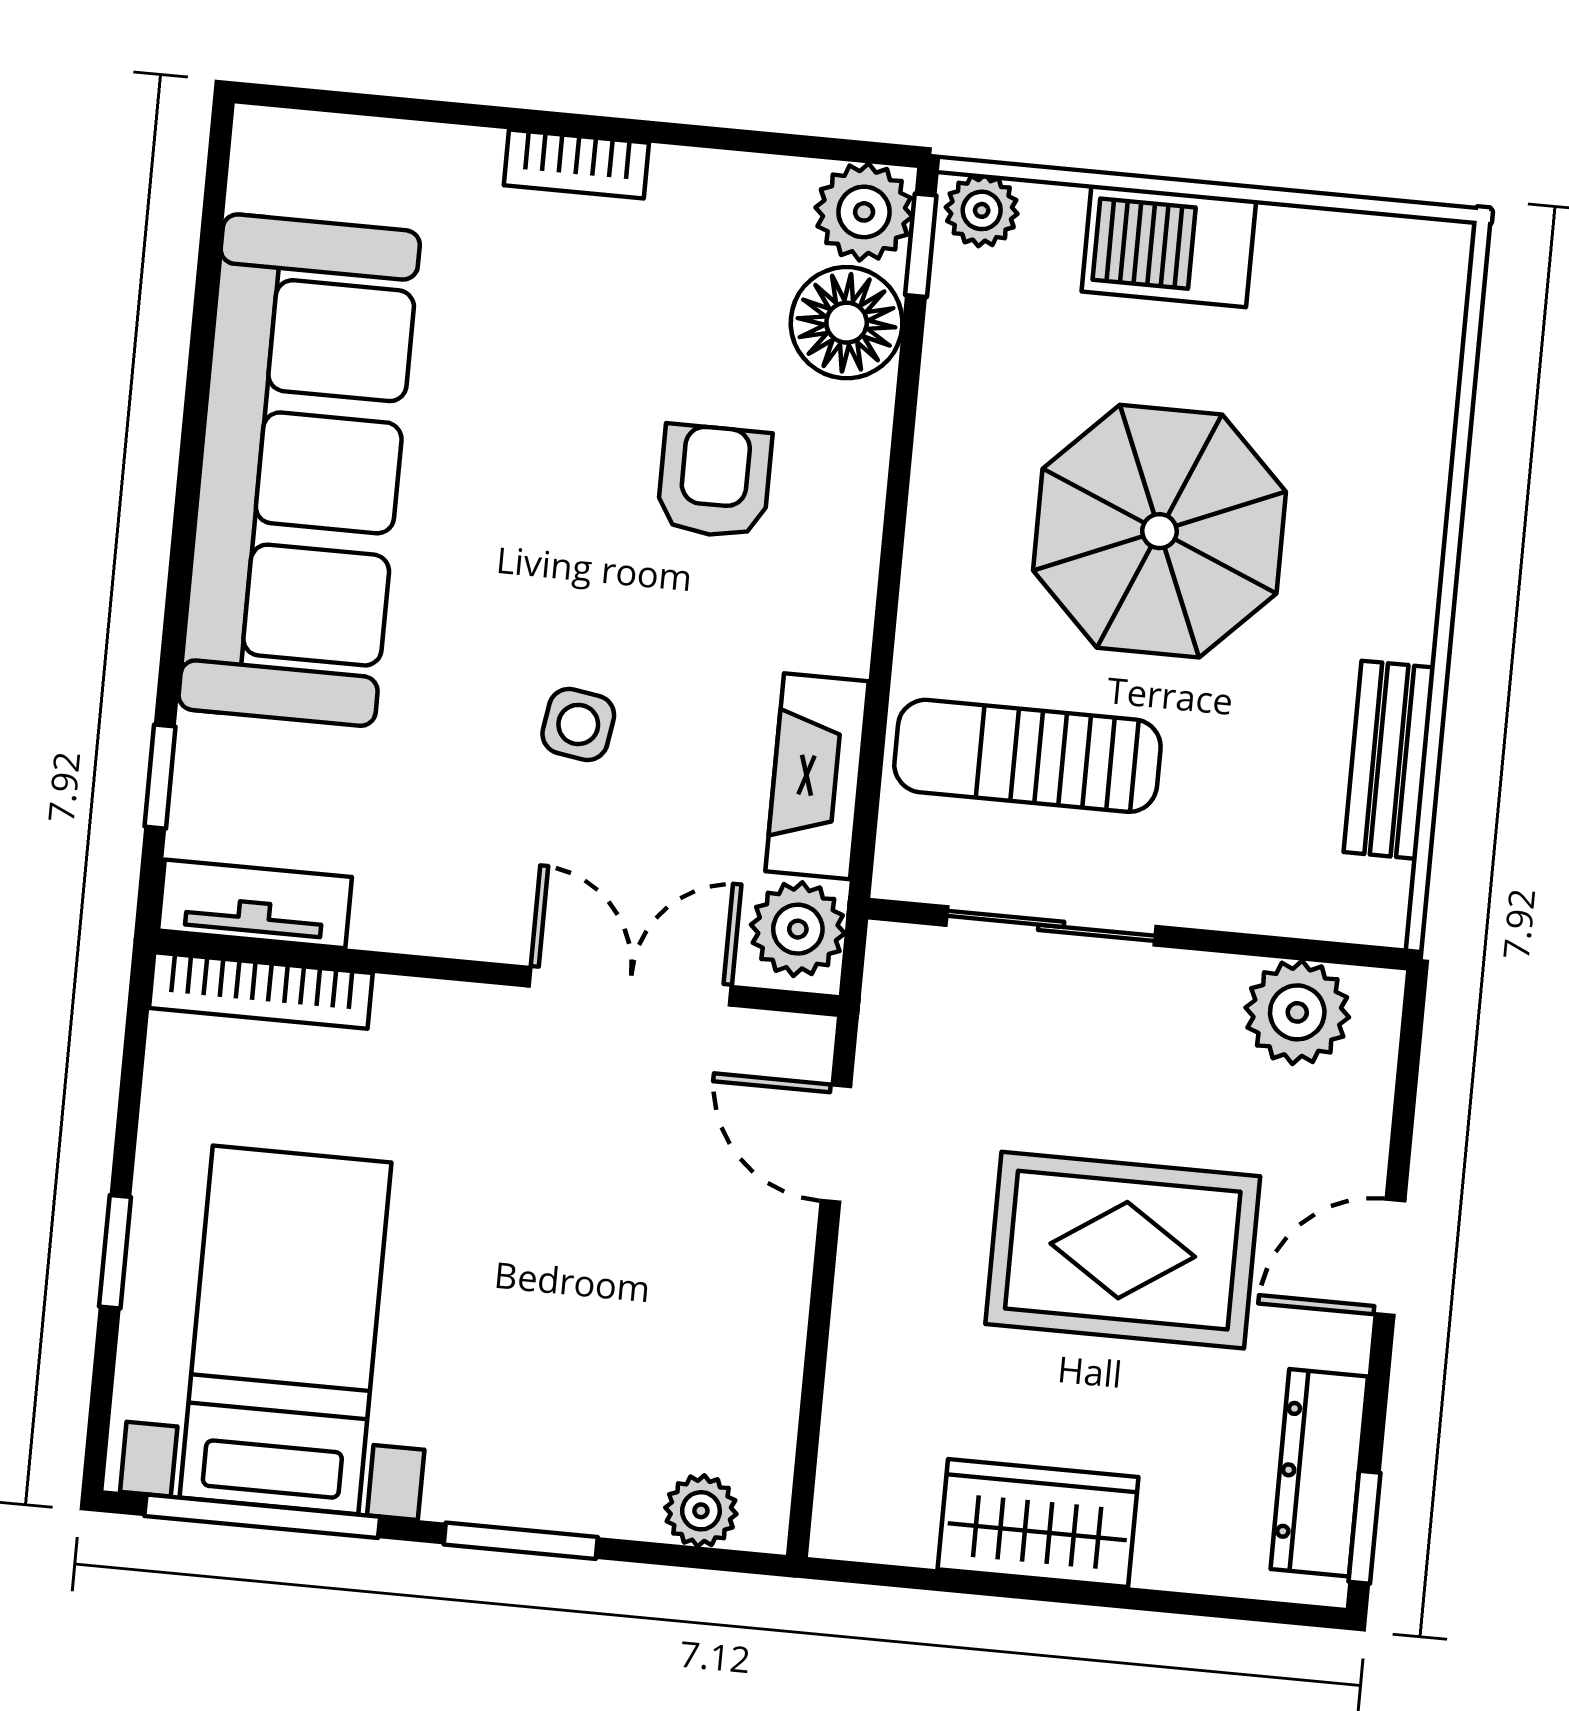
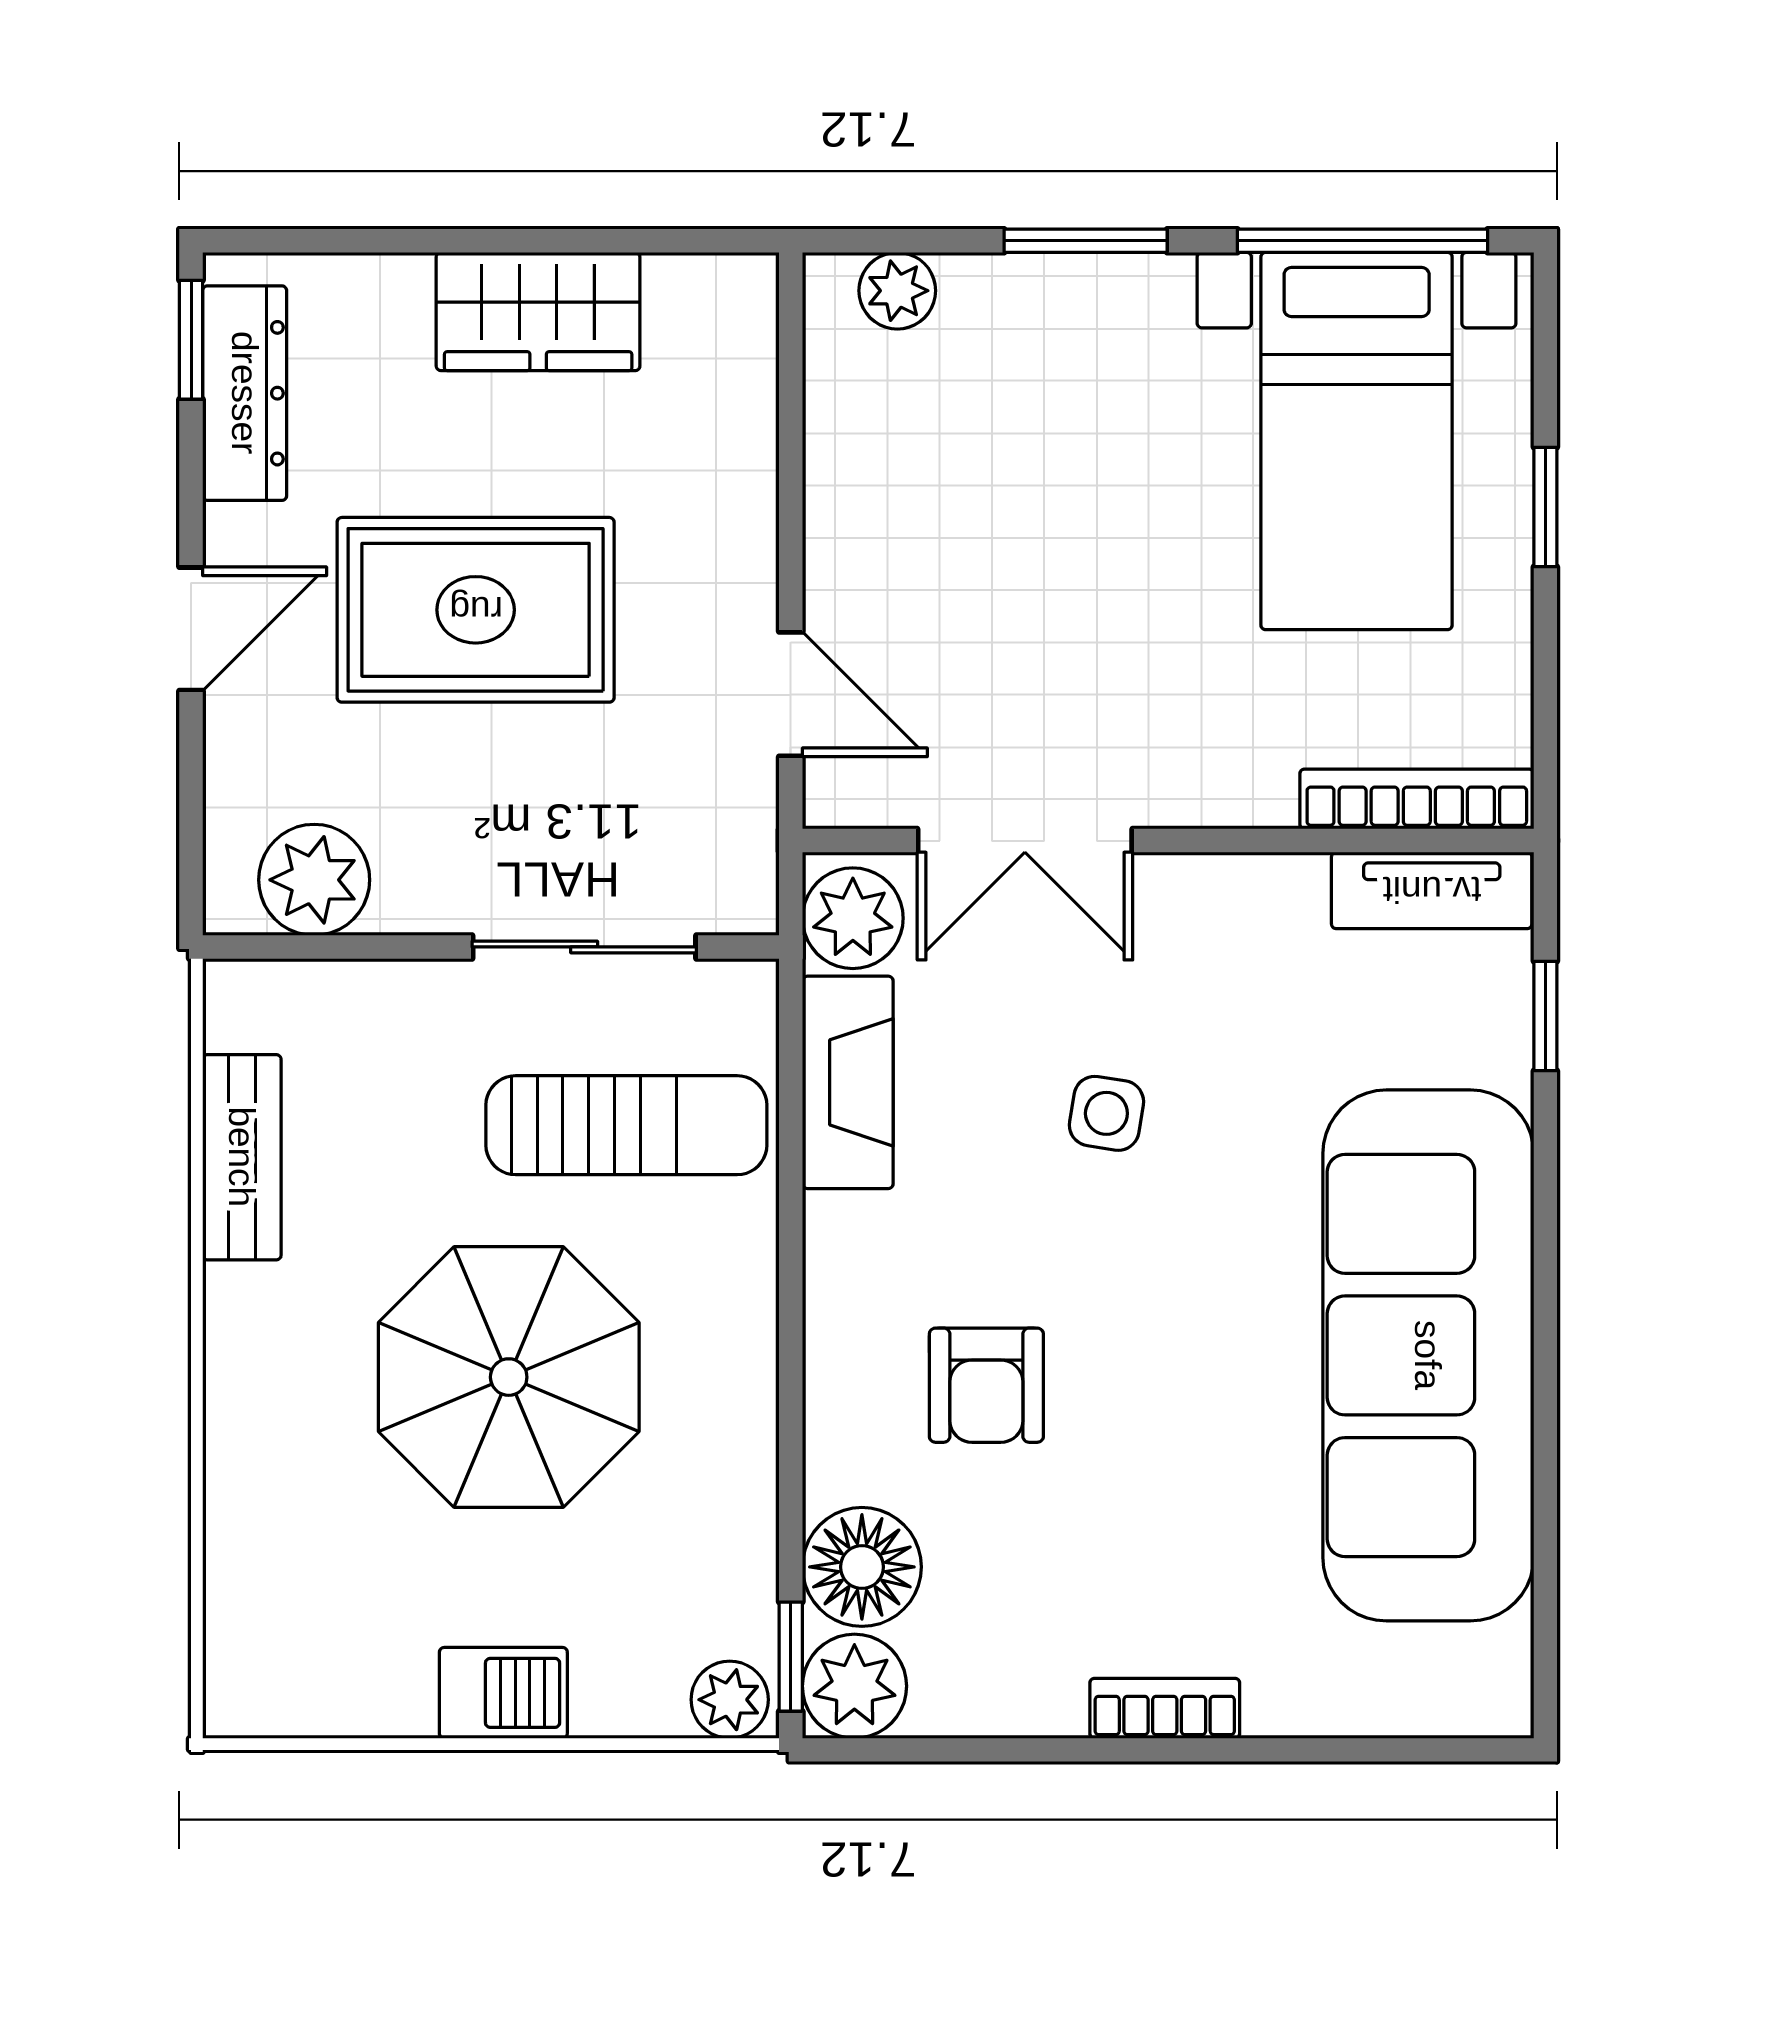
barbecue: (1169, 246) -> (503, 1693), width x0.73, depth x0.79

